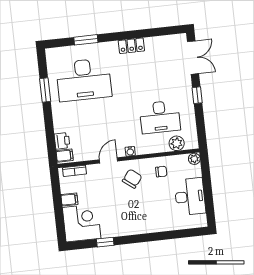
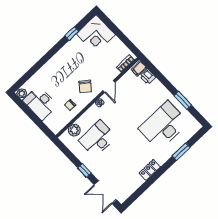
plant: (194, 159) -> (22, 93), moved
filing cabinet: (69, 199) -> (115, 43), removed

